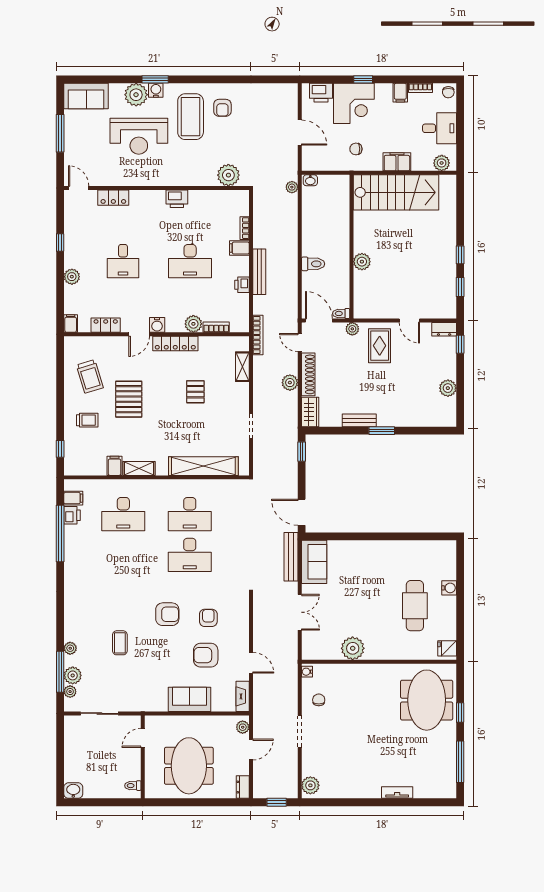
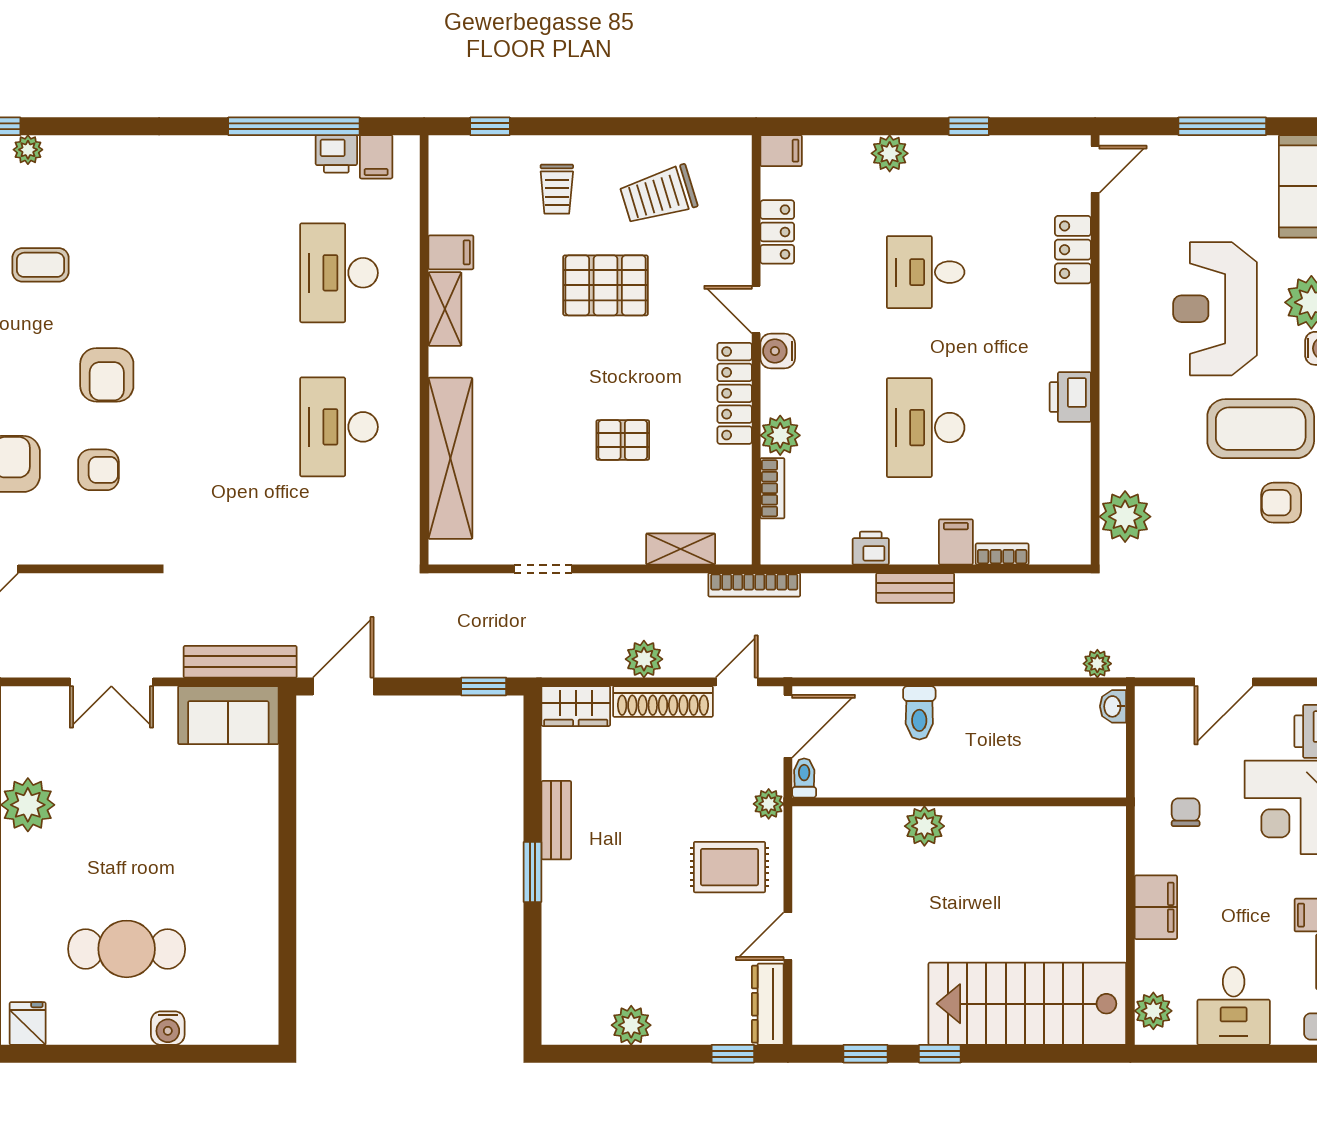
stairs: (396, 192) -> (1027, 1004), moved, turned 90
bench: (259, 272) -> (915, 588), width x0.73
dresser: (444, 329) -> (768, 1004), width x1.44
desk: (190, 555) -> (244, 427), removed

